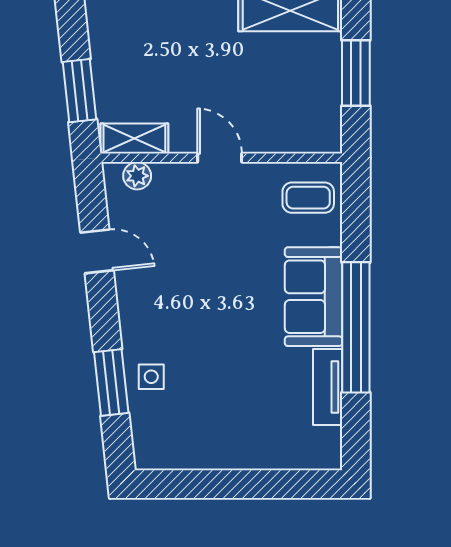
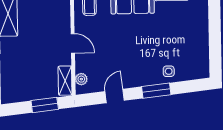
door: (220, 158) -> (73, 43), swing flipped
window: (111, 383) -> (156, 91), moved

